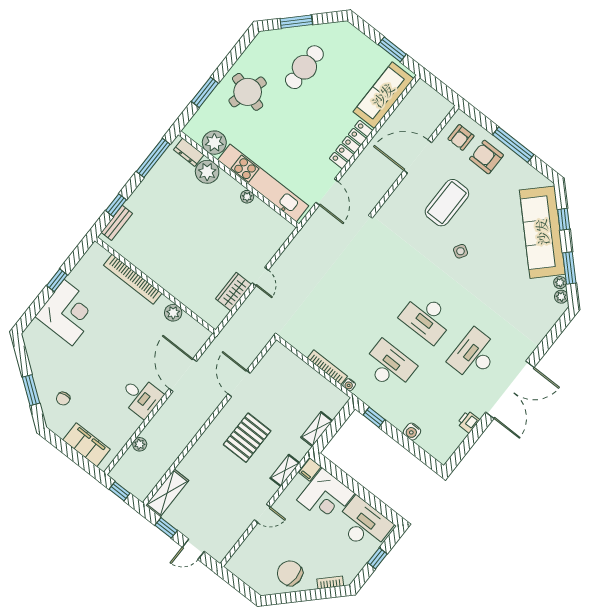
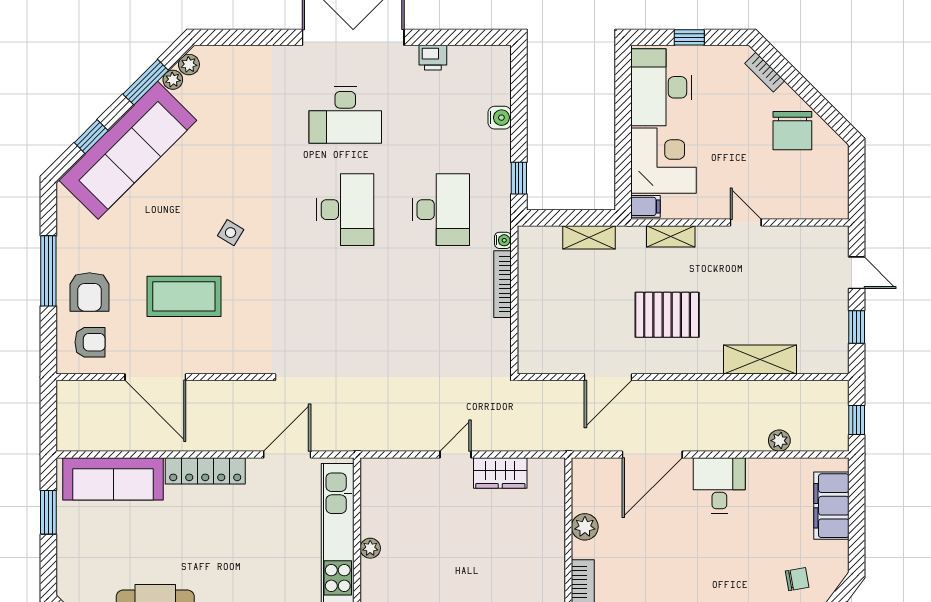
desk: (389, 366) -> (441, 210), turned 180
shelving: (167, 493) -> (760, 360), moved

